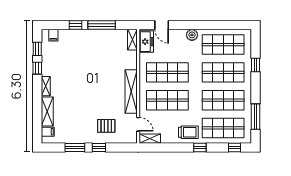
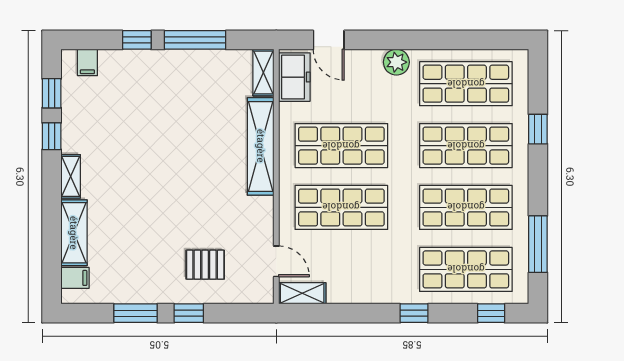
shelving: (131, 92) -> (261, 146), moved
trolley: (188, 132) -> (388, 279), removed

